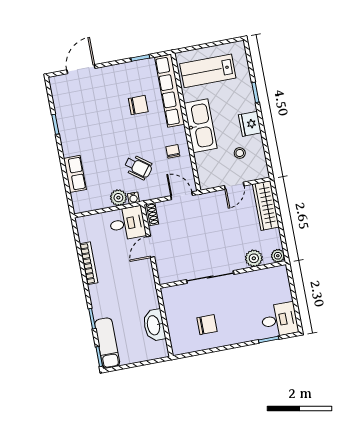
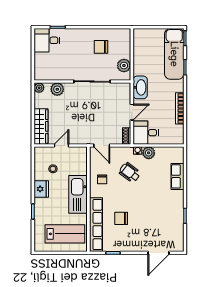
plant: (172, 306) -> (124, 66), added
washbasin: (154, 325) -> (140, 87), moved
exam couch: (107, 343) -> (174, 54), width x1.36, depth x1.45

